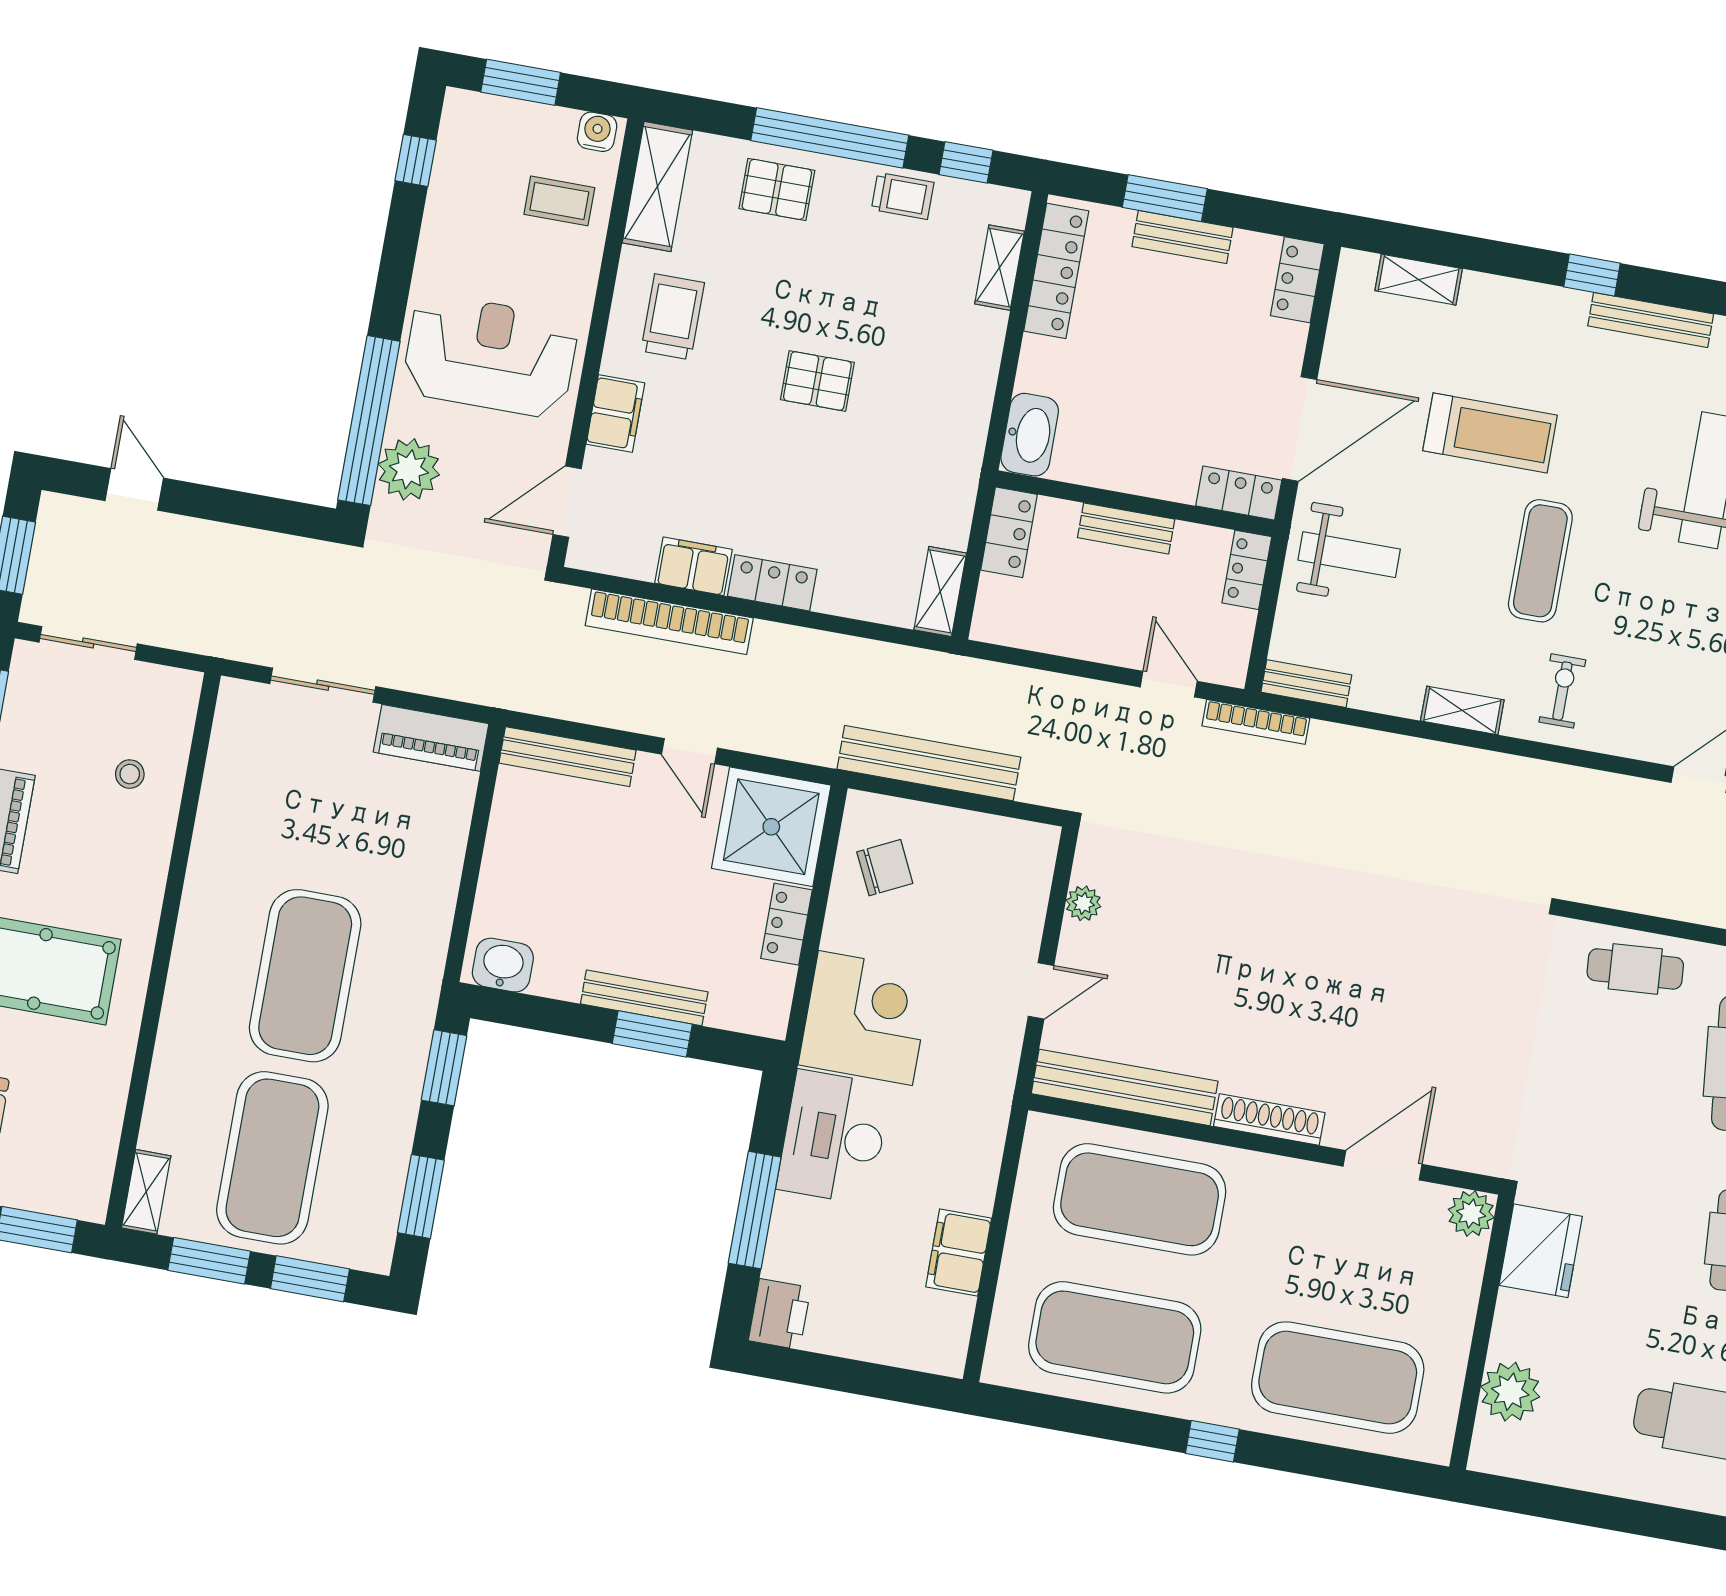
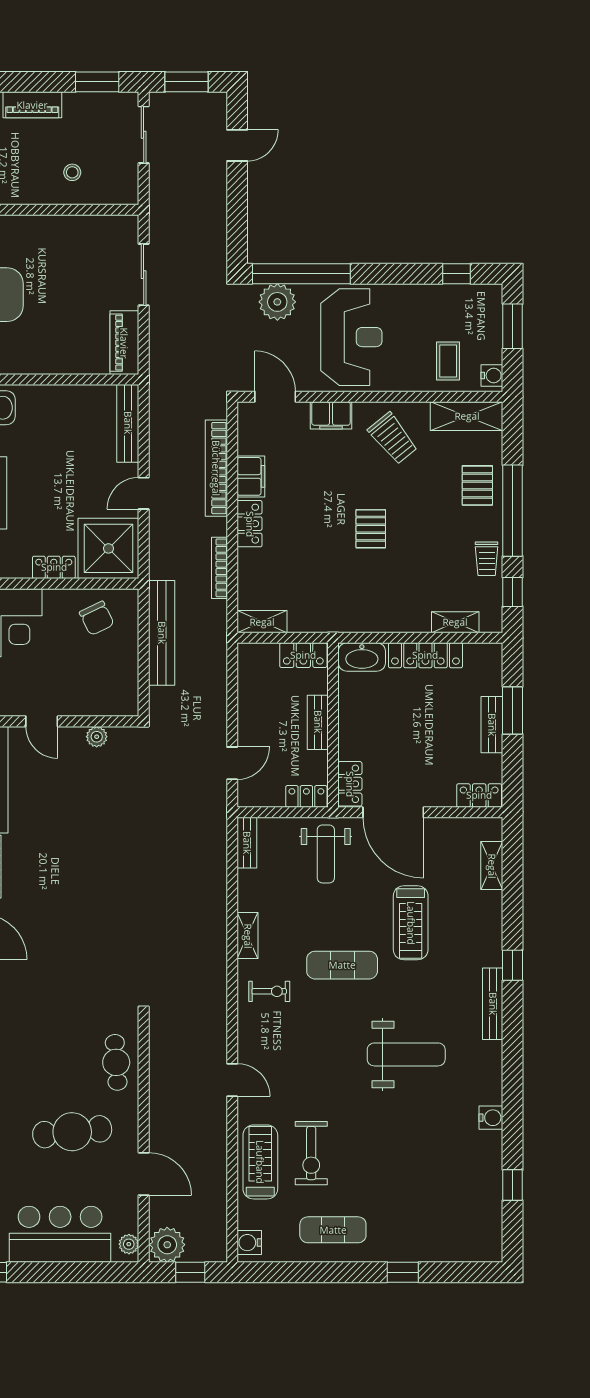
locker: (1056, 271) -> (425, 655), moved
trolley: (673, 317) -> (393, 438), turned 51
bookcase: (1256, 722) -> (219, 568), moved

